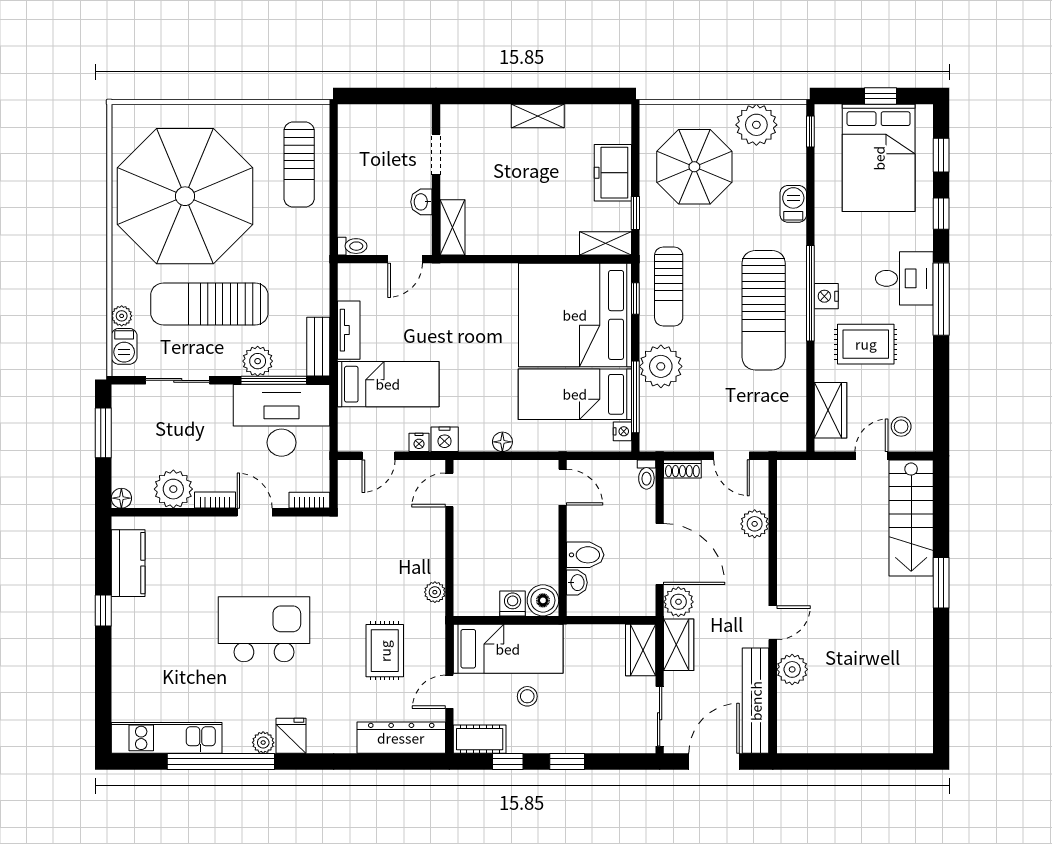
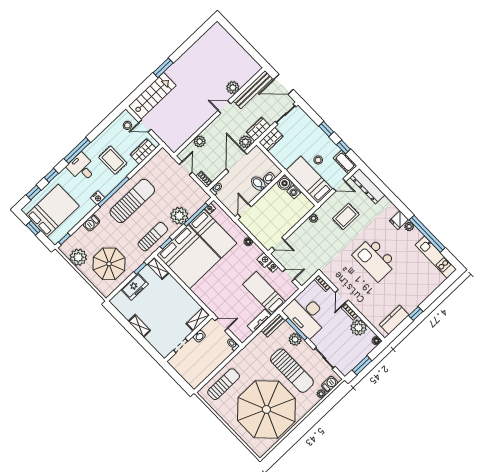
nightstand: (826, 296) -> (98, 198), moved

